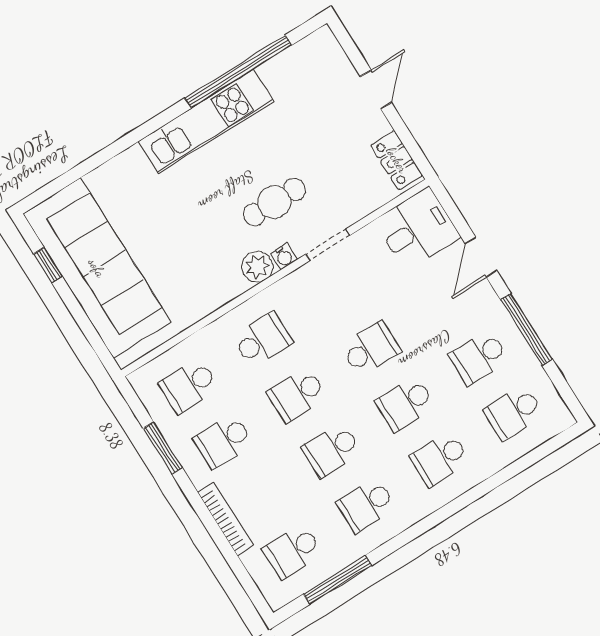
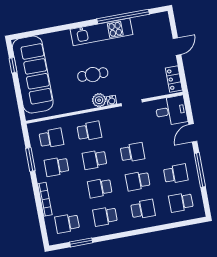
cafe table: (274, 202) -> (93, 75), moved
school desk: (479, 358) -> (176, 174), turned 180
school desk: (189, 386) -> (51, 138), turned 180
school desk: (440, 459) -> (143, 209), turned 180
window: (338, 580) -> (81, 242), width x0.69

